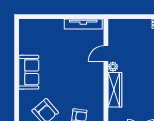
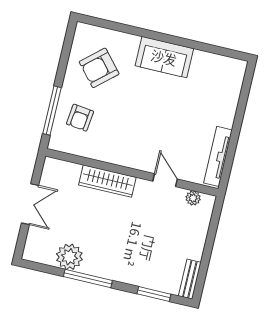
plant: (113, 67) -> (193, 198), moved

